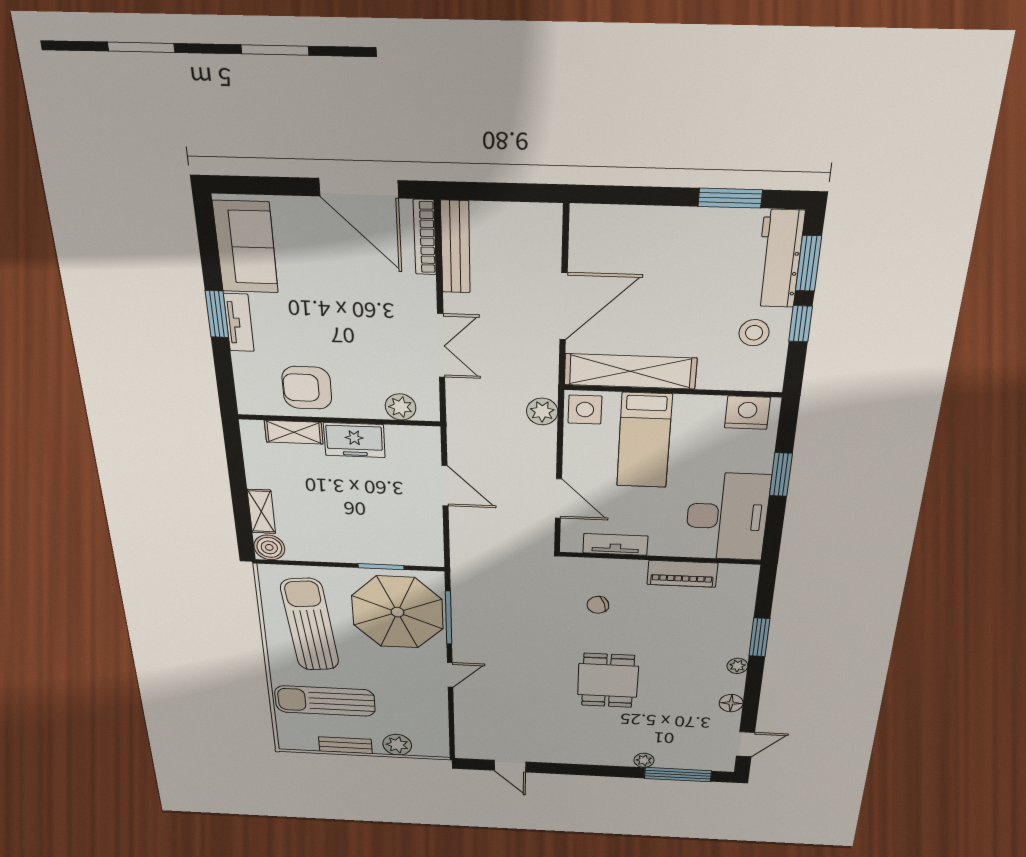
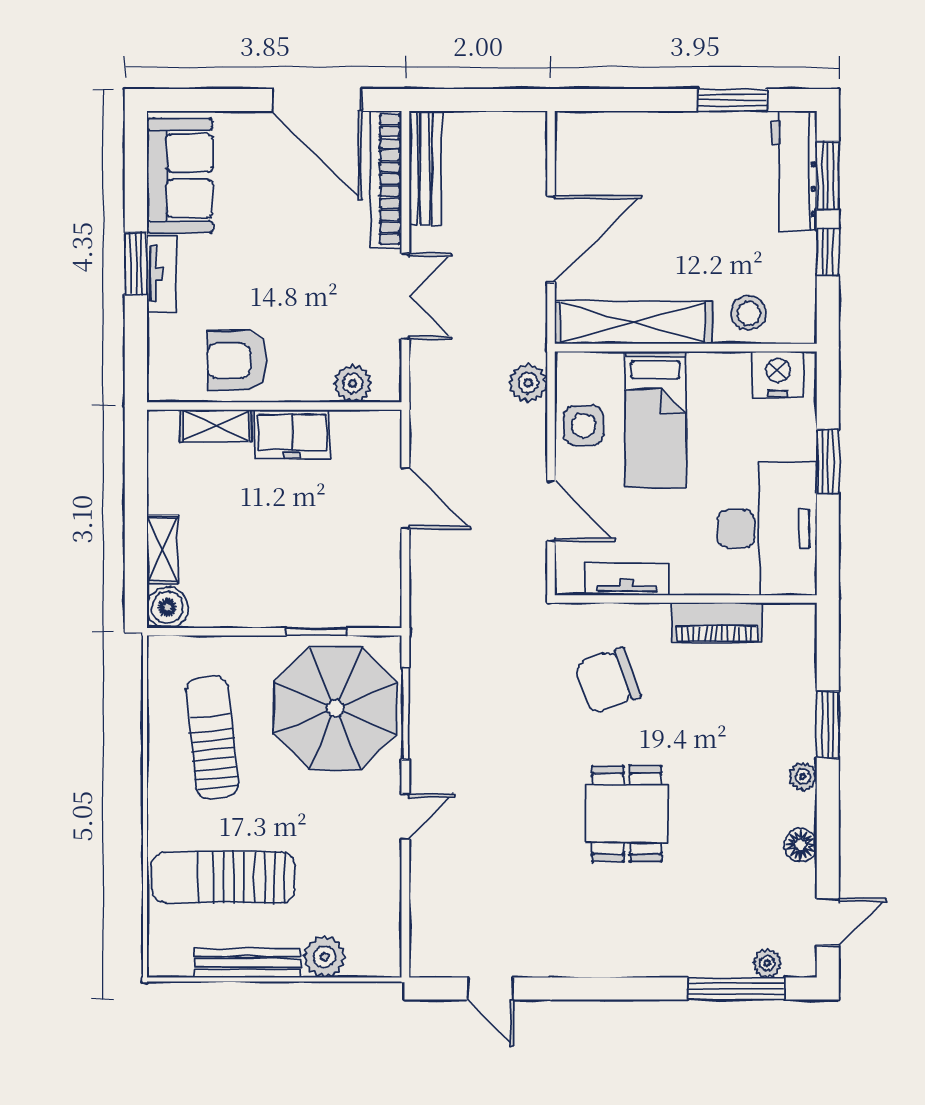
bookcase: (425, 237) -> (386, 179), width x1.48, depth x1.31
stool: (754, 333) -> (749, 313), moved
side table: (585, 410) -> (584, 425), moved
chair: (598, 605) -> (608, 681), width x1.87, depth x1.87
sun lounger: (310, 625) -> (212, 737), width x0.73, depth x0.75
bench: (345, 745) -> (248, 963), width x1.36
plant: (644, 760) -> (767, 963), moved

